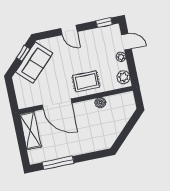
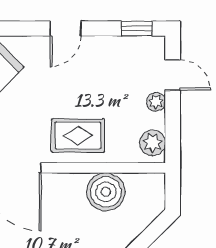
door: (69, 30) -> (65, 29), hinge flipped
boiler: (100, 103) -> (106, 192), width x1.86, depth x1.86

